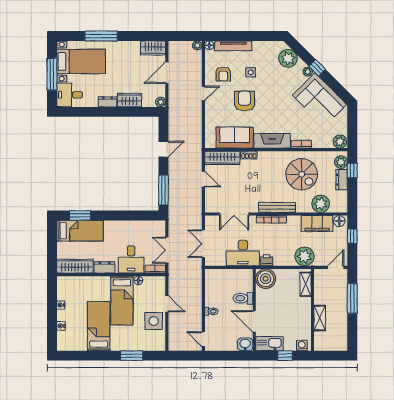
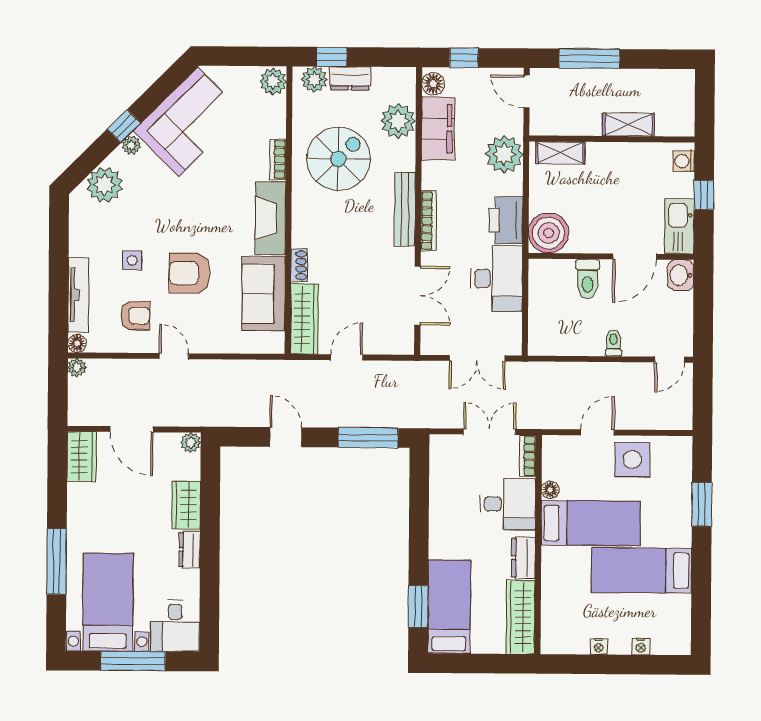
double door: (167, 250) -> (490, 432), swing flipped
printer: (266, 260) -> (506, 220), width x1.87, depth x1.48

